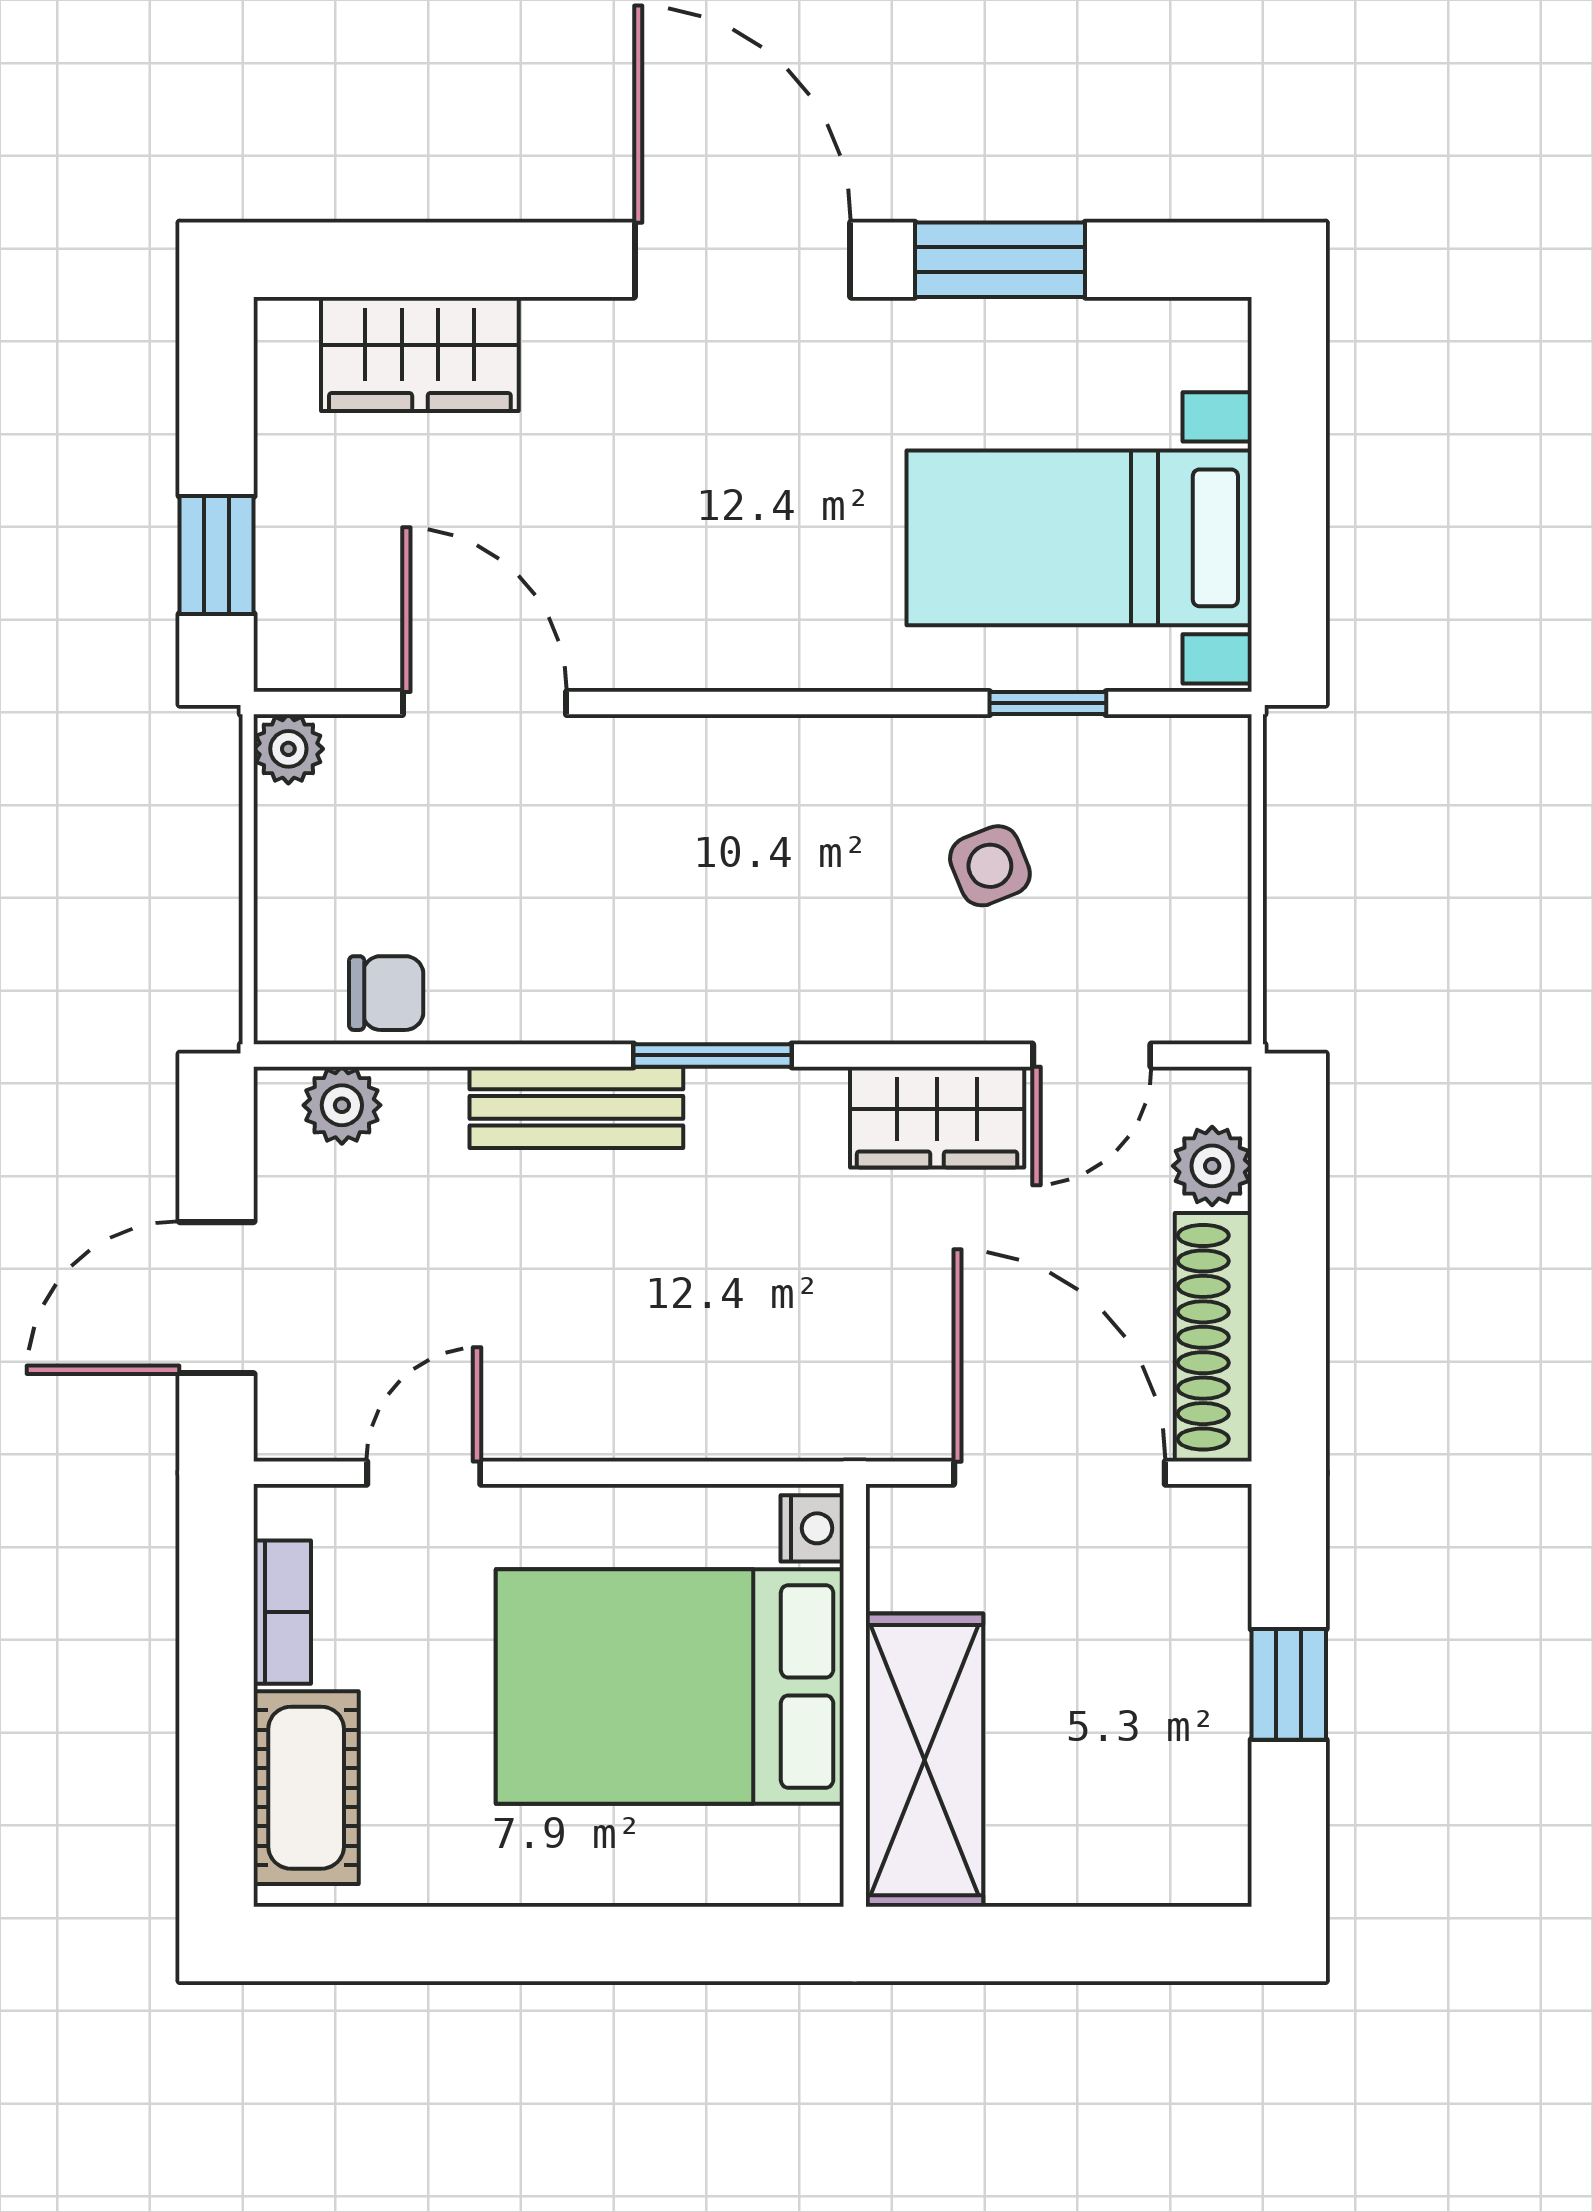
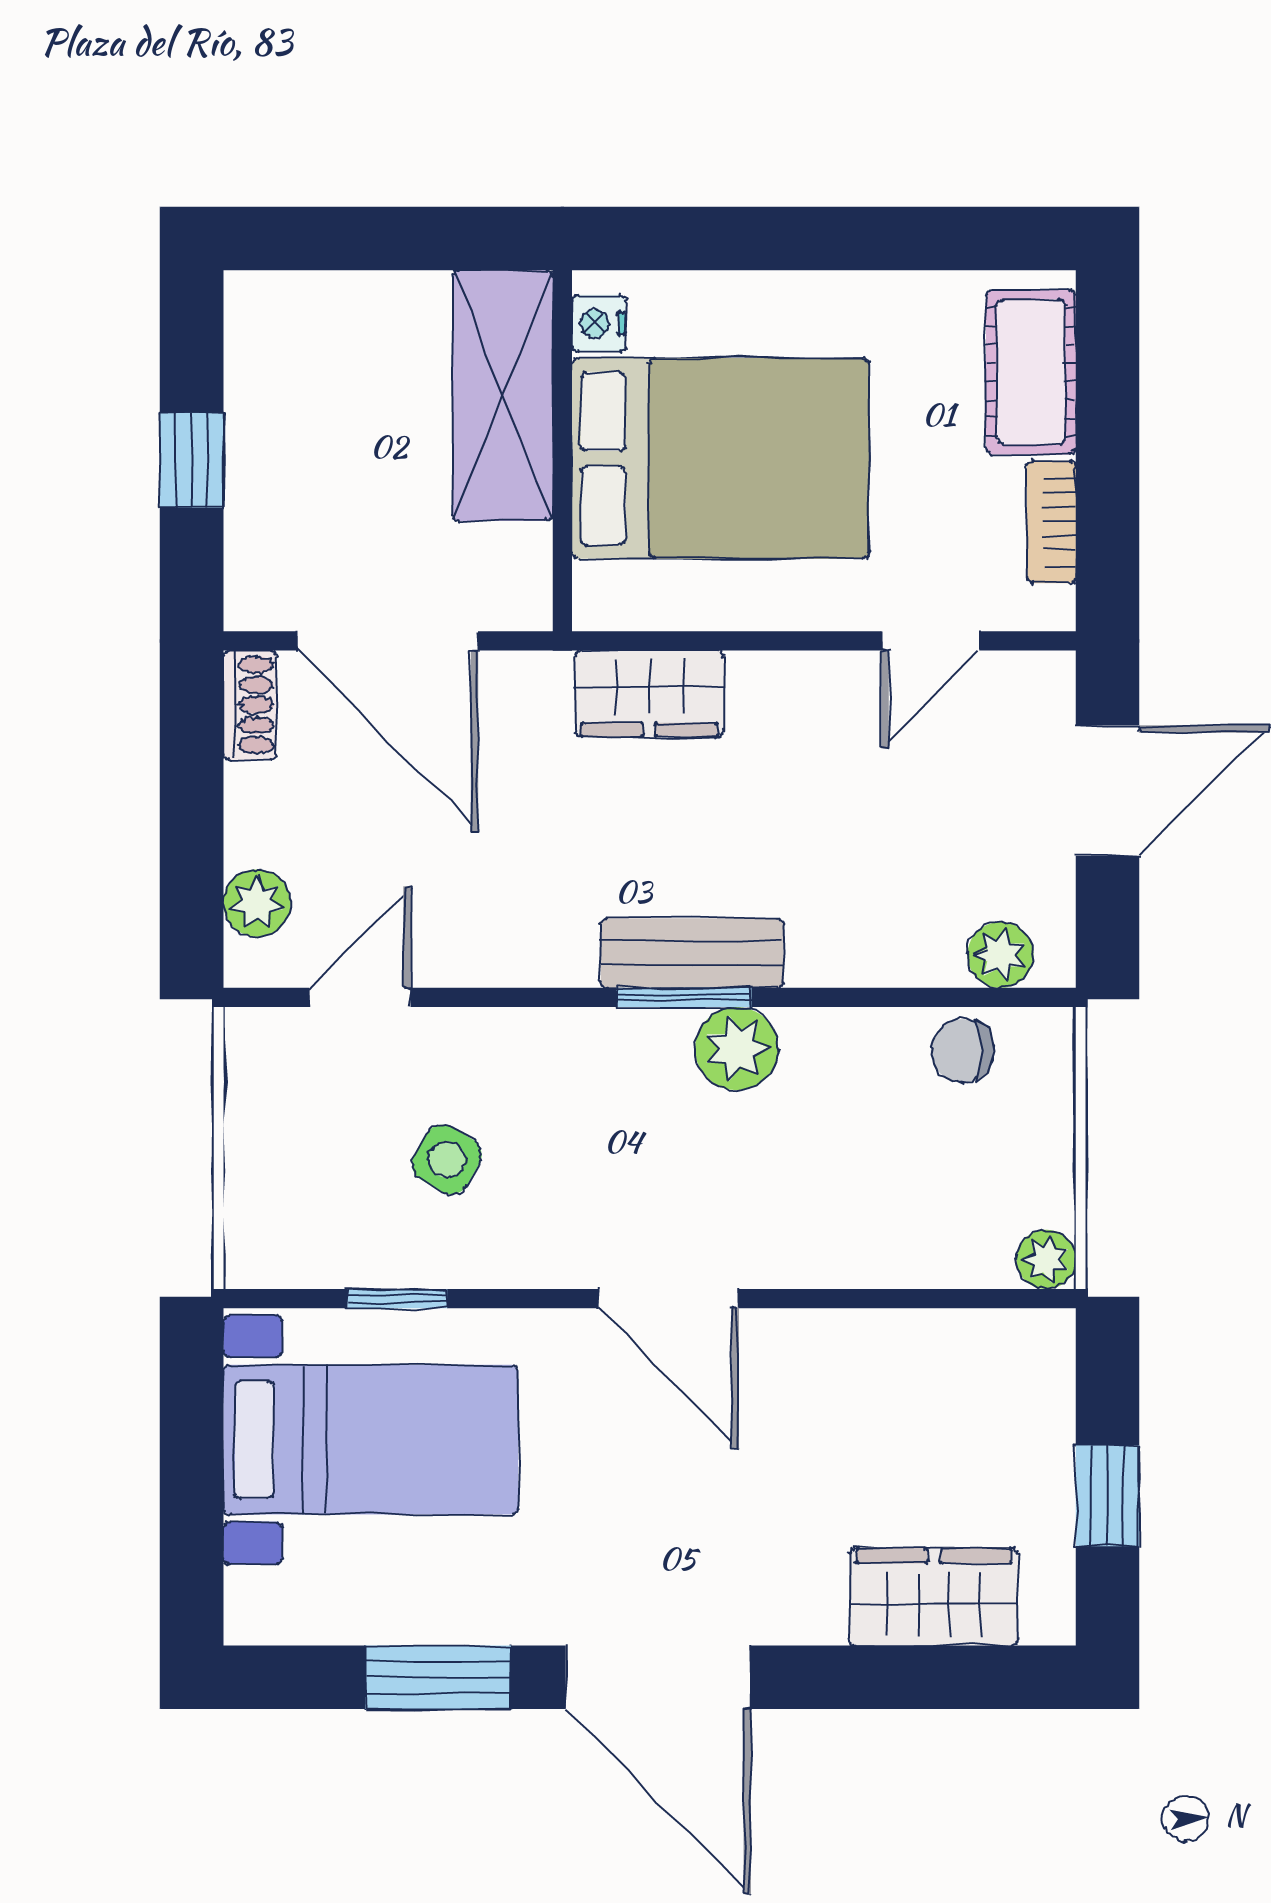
window: (217, 555) -> (1107, 1496), moved
door: (485, 703) -> (668, 1299), moved
side table: (990, 866) -> (447, 1160), turned -38
plant: (651, 996) -> (737, 1049), added
bench: (576, 1107) -> (692, 953), moved
wardrobe: (937, 1117) -> (649, 694), moved, turned 180
shoe rack: (1213, 1337) -> (250, 705), width x0.51, depth x0.81
nightstand: (812, 1528) -> (599, 323), moved

